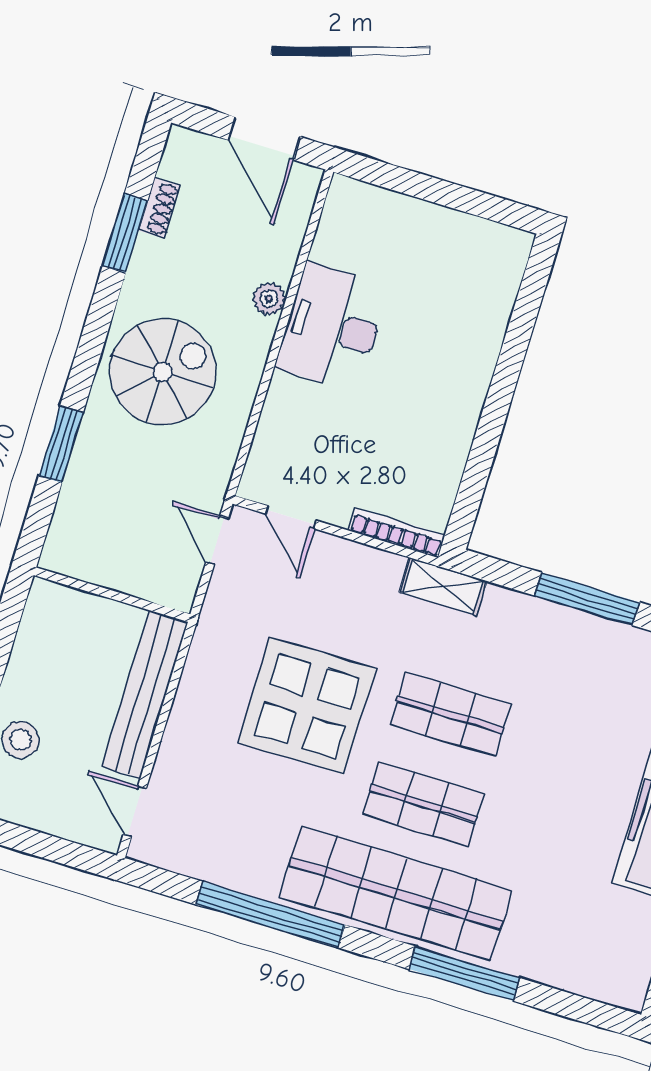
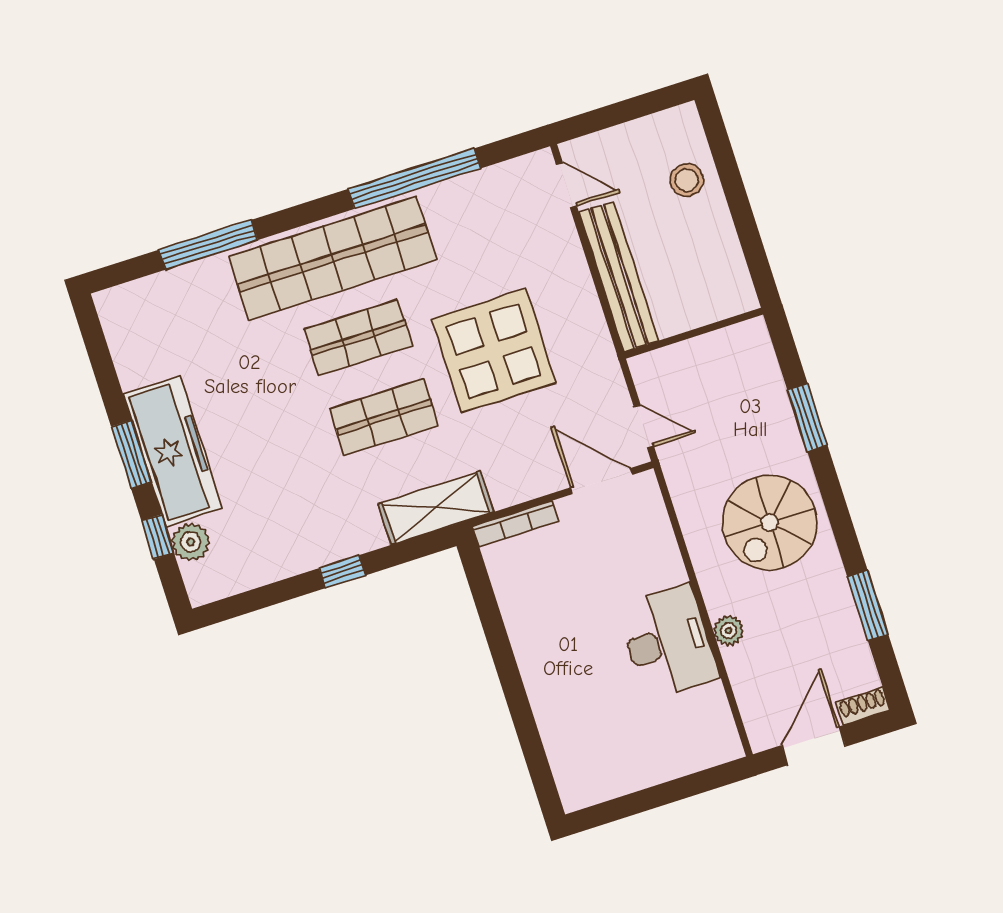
door: (264, 138) -> (814, 746), hinge flipped
shoe rack: (159, 208) -> (863, 706), moved, turned 90
door: (291, 517) -> (601, 481), width x1.38
shelving: (443, 586) -> (436, 508), width x1.50, depth x1.33
window: (587, 599) -> (342, 572), width x0.46
window: (465, 974) -> (208, 245), moved

